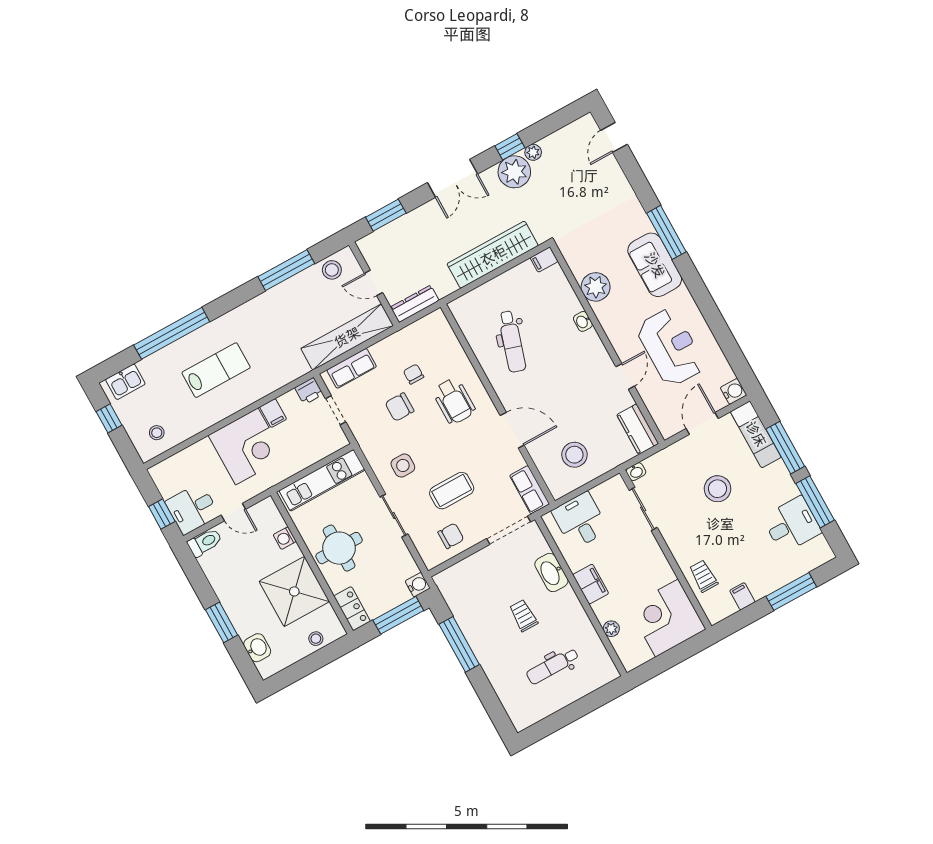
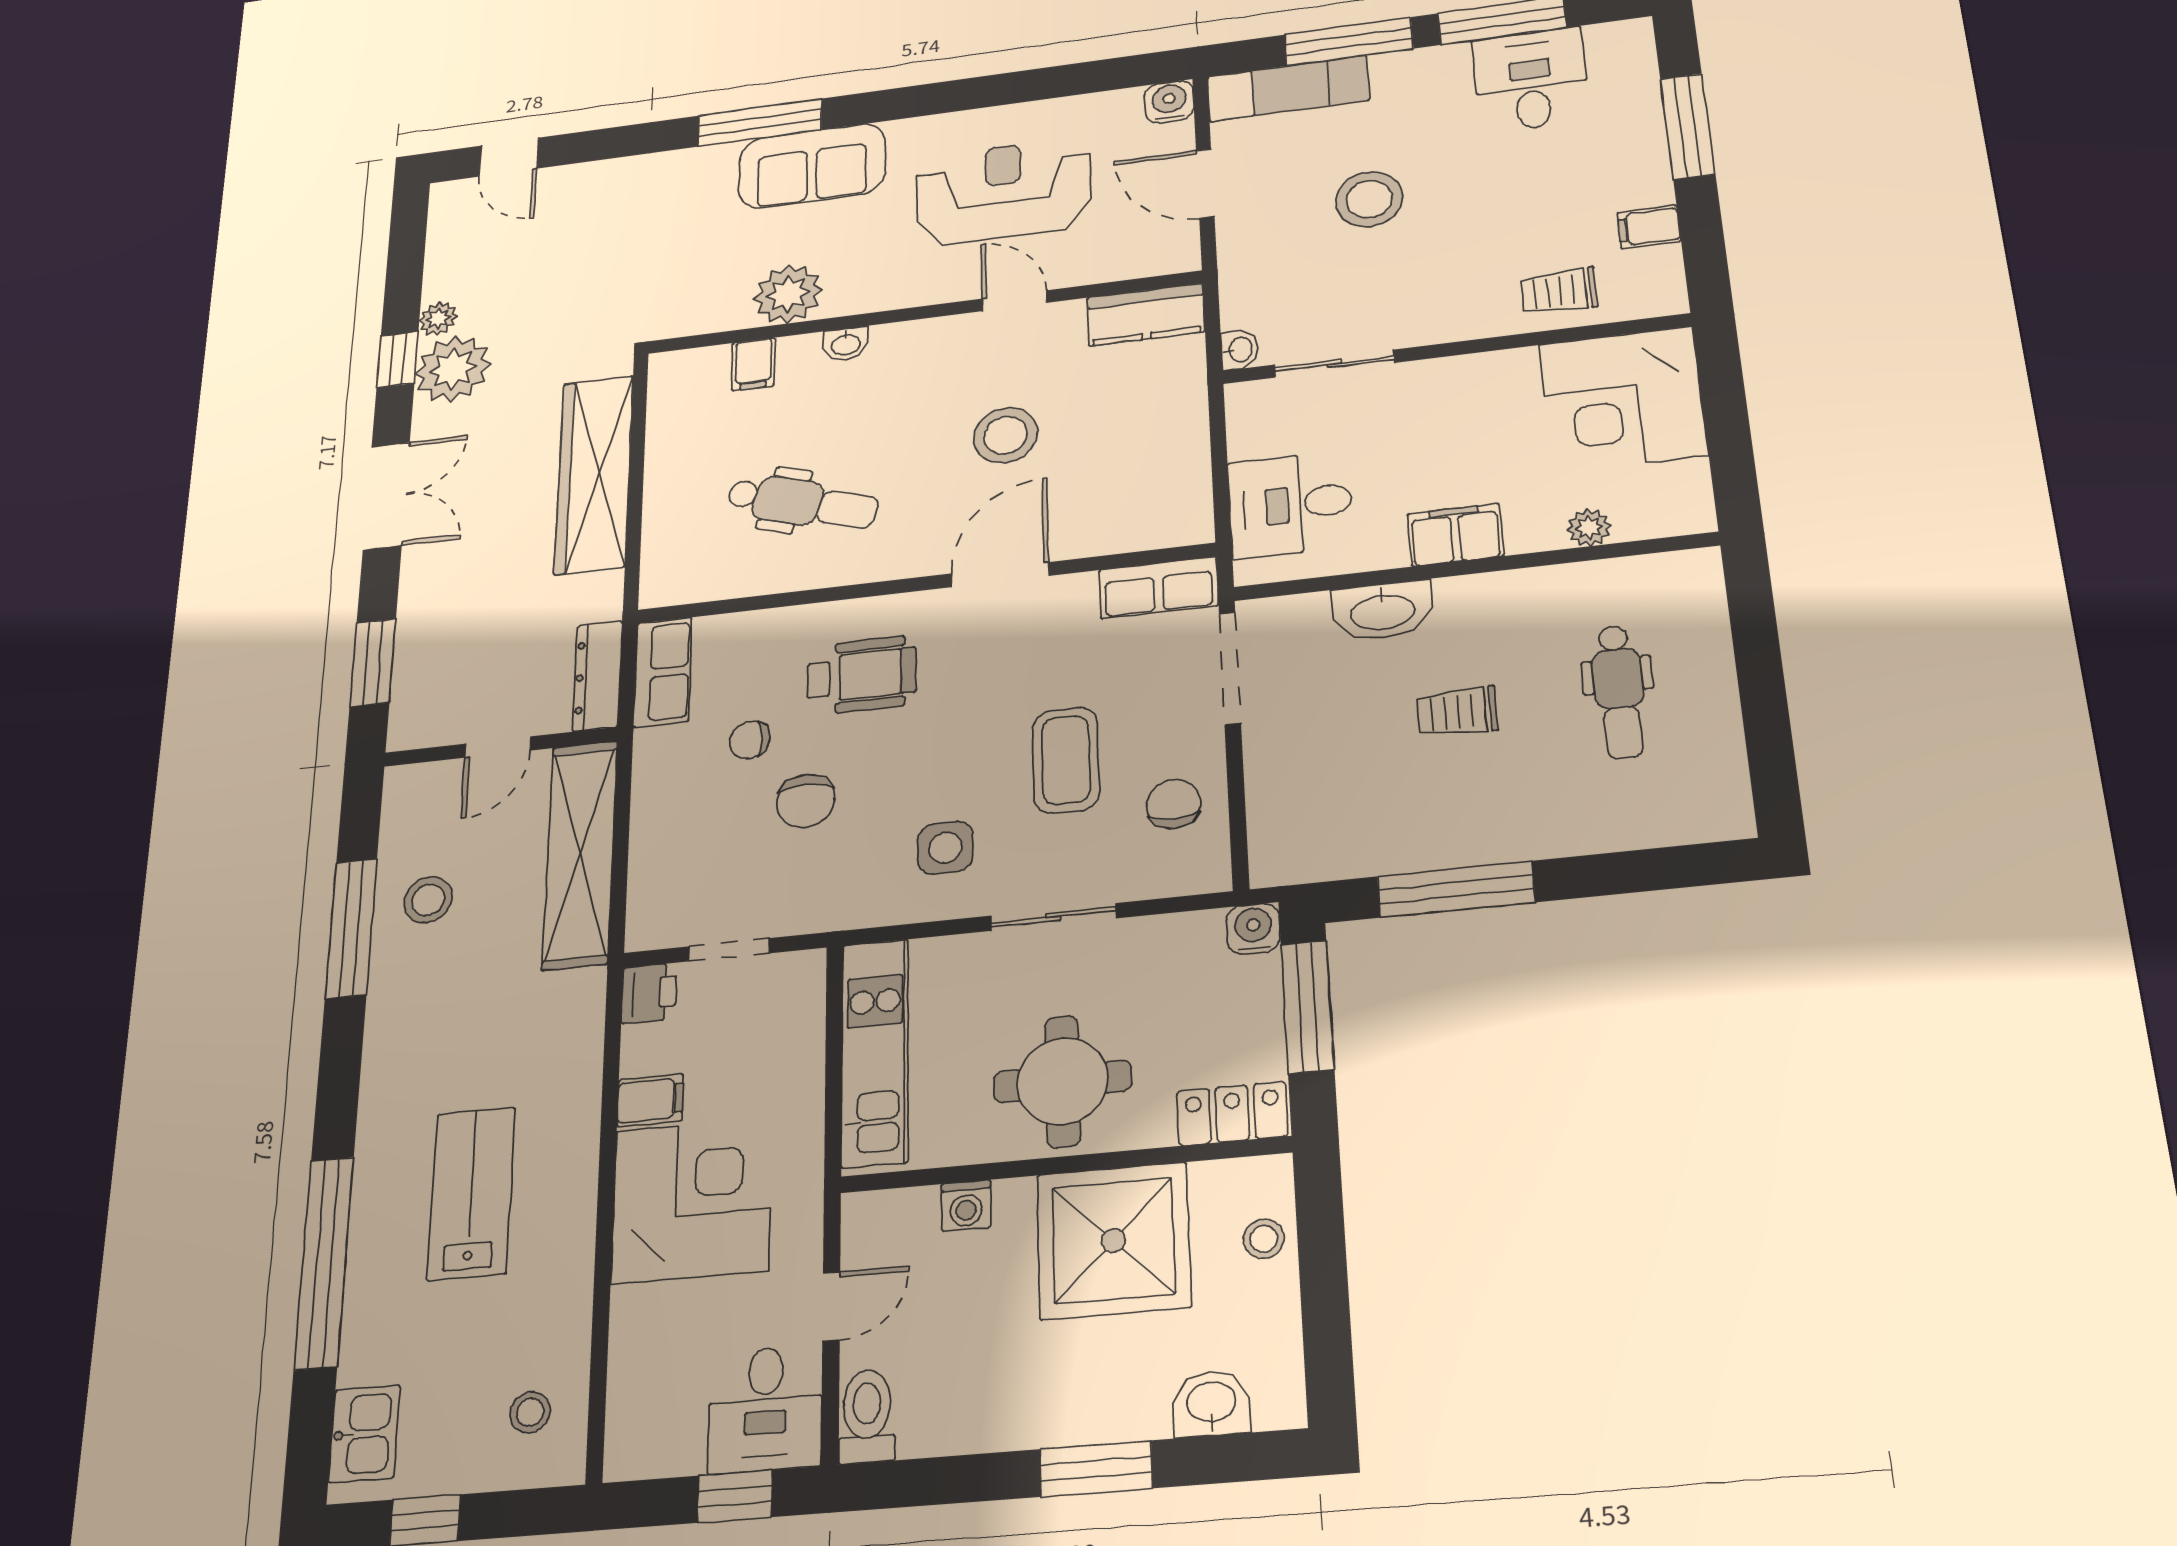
filing cabinet: (544, 260) -> (753, 364), moved
stool: (332, 270) -> (428, 900), moved
row of seats: (352, 368) -> (663, 672), moved
stool: (574, 455) -> (1005, 435), moved

